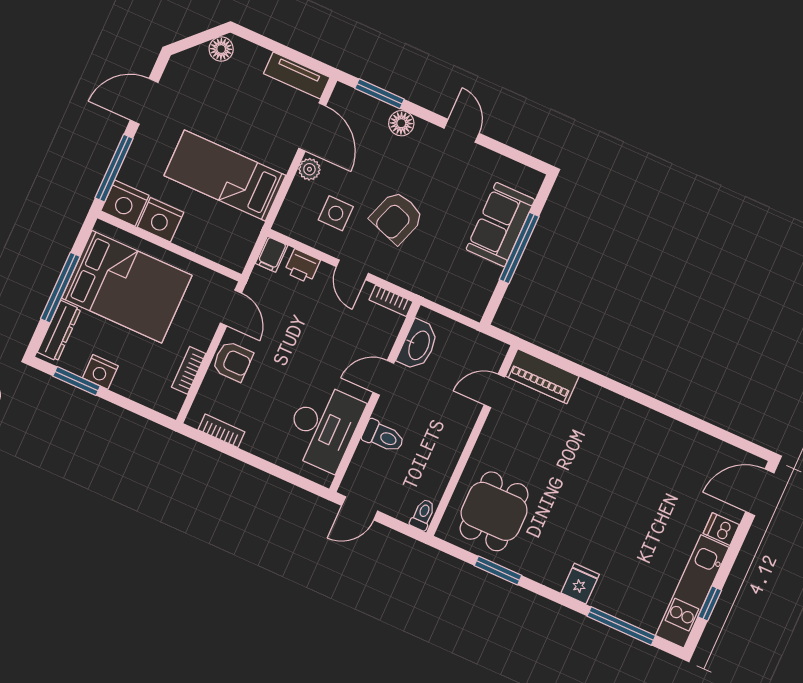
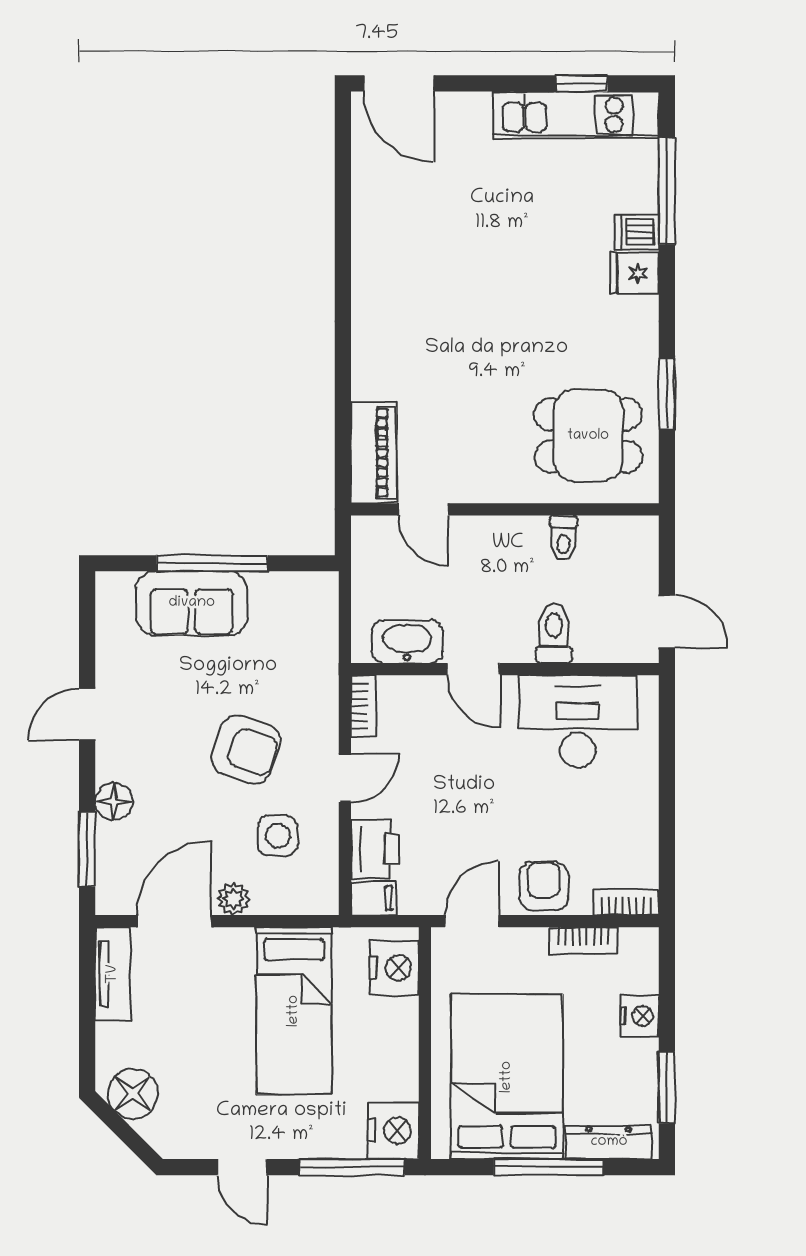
floor lamp: (221, 49) -> (133, 1094), width x1.38, depth x1.38
door: (144, 101) -> (242, 1167), width x0.73
nightstand: (160, 220) -> (394, 968), moved
printer: (302, 266) -> (375, 849), width x1.36, depth x1.24
nightstand: (100, 372) -> (640, 1016), moved
bookcase: (221, 431) -> (626, 902), moved, turned 90
toilet: (423, 515) -> (563, 538), moved, turned -90
dishwasher: (721, 529) -> (637, 232), moved, turned 90

